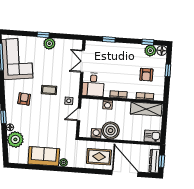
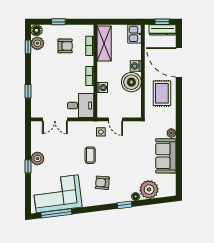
washing machine: (96, 133) -> (136, 66), moved
door: (125, 173) -> (179, 62), hinge flipped

